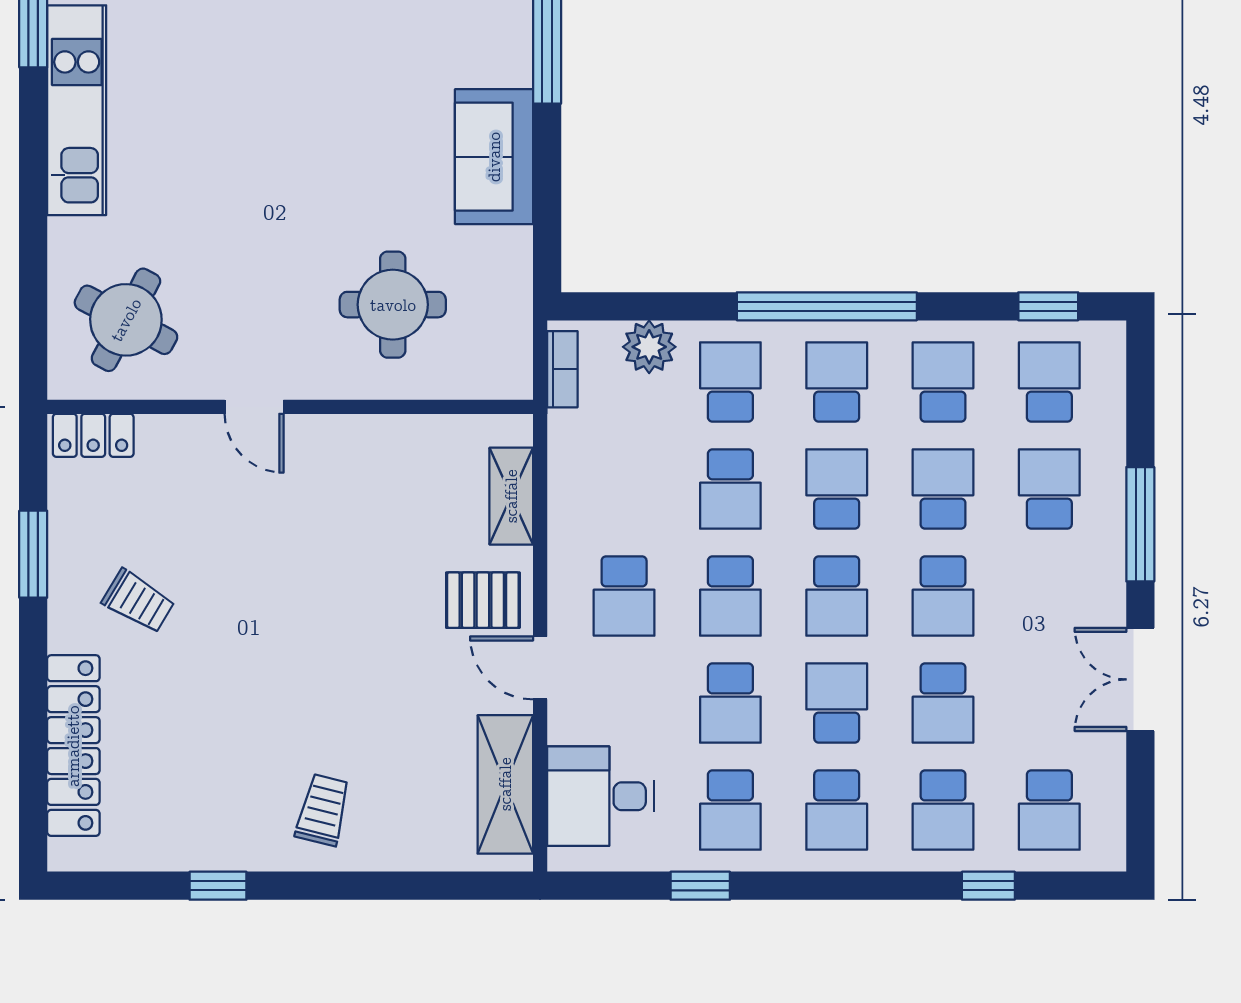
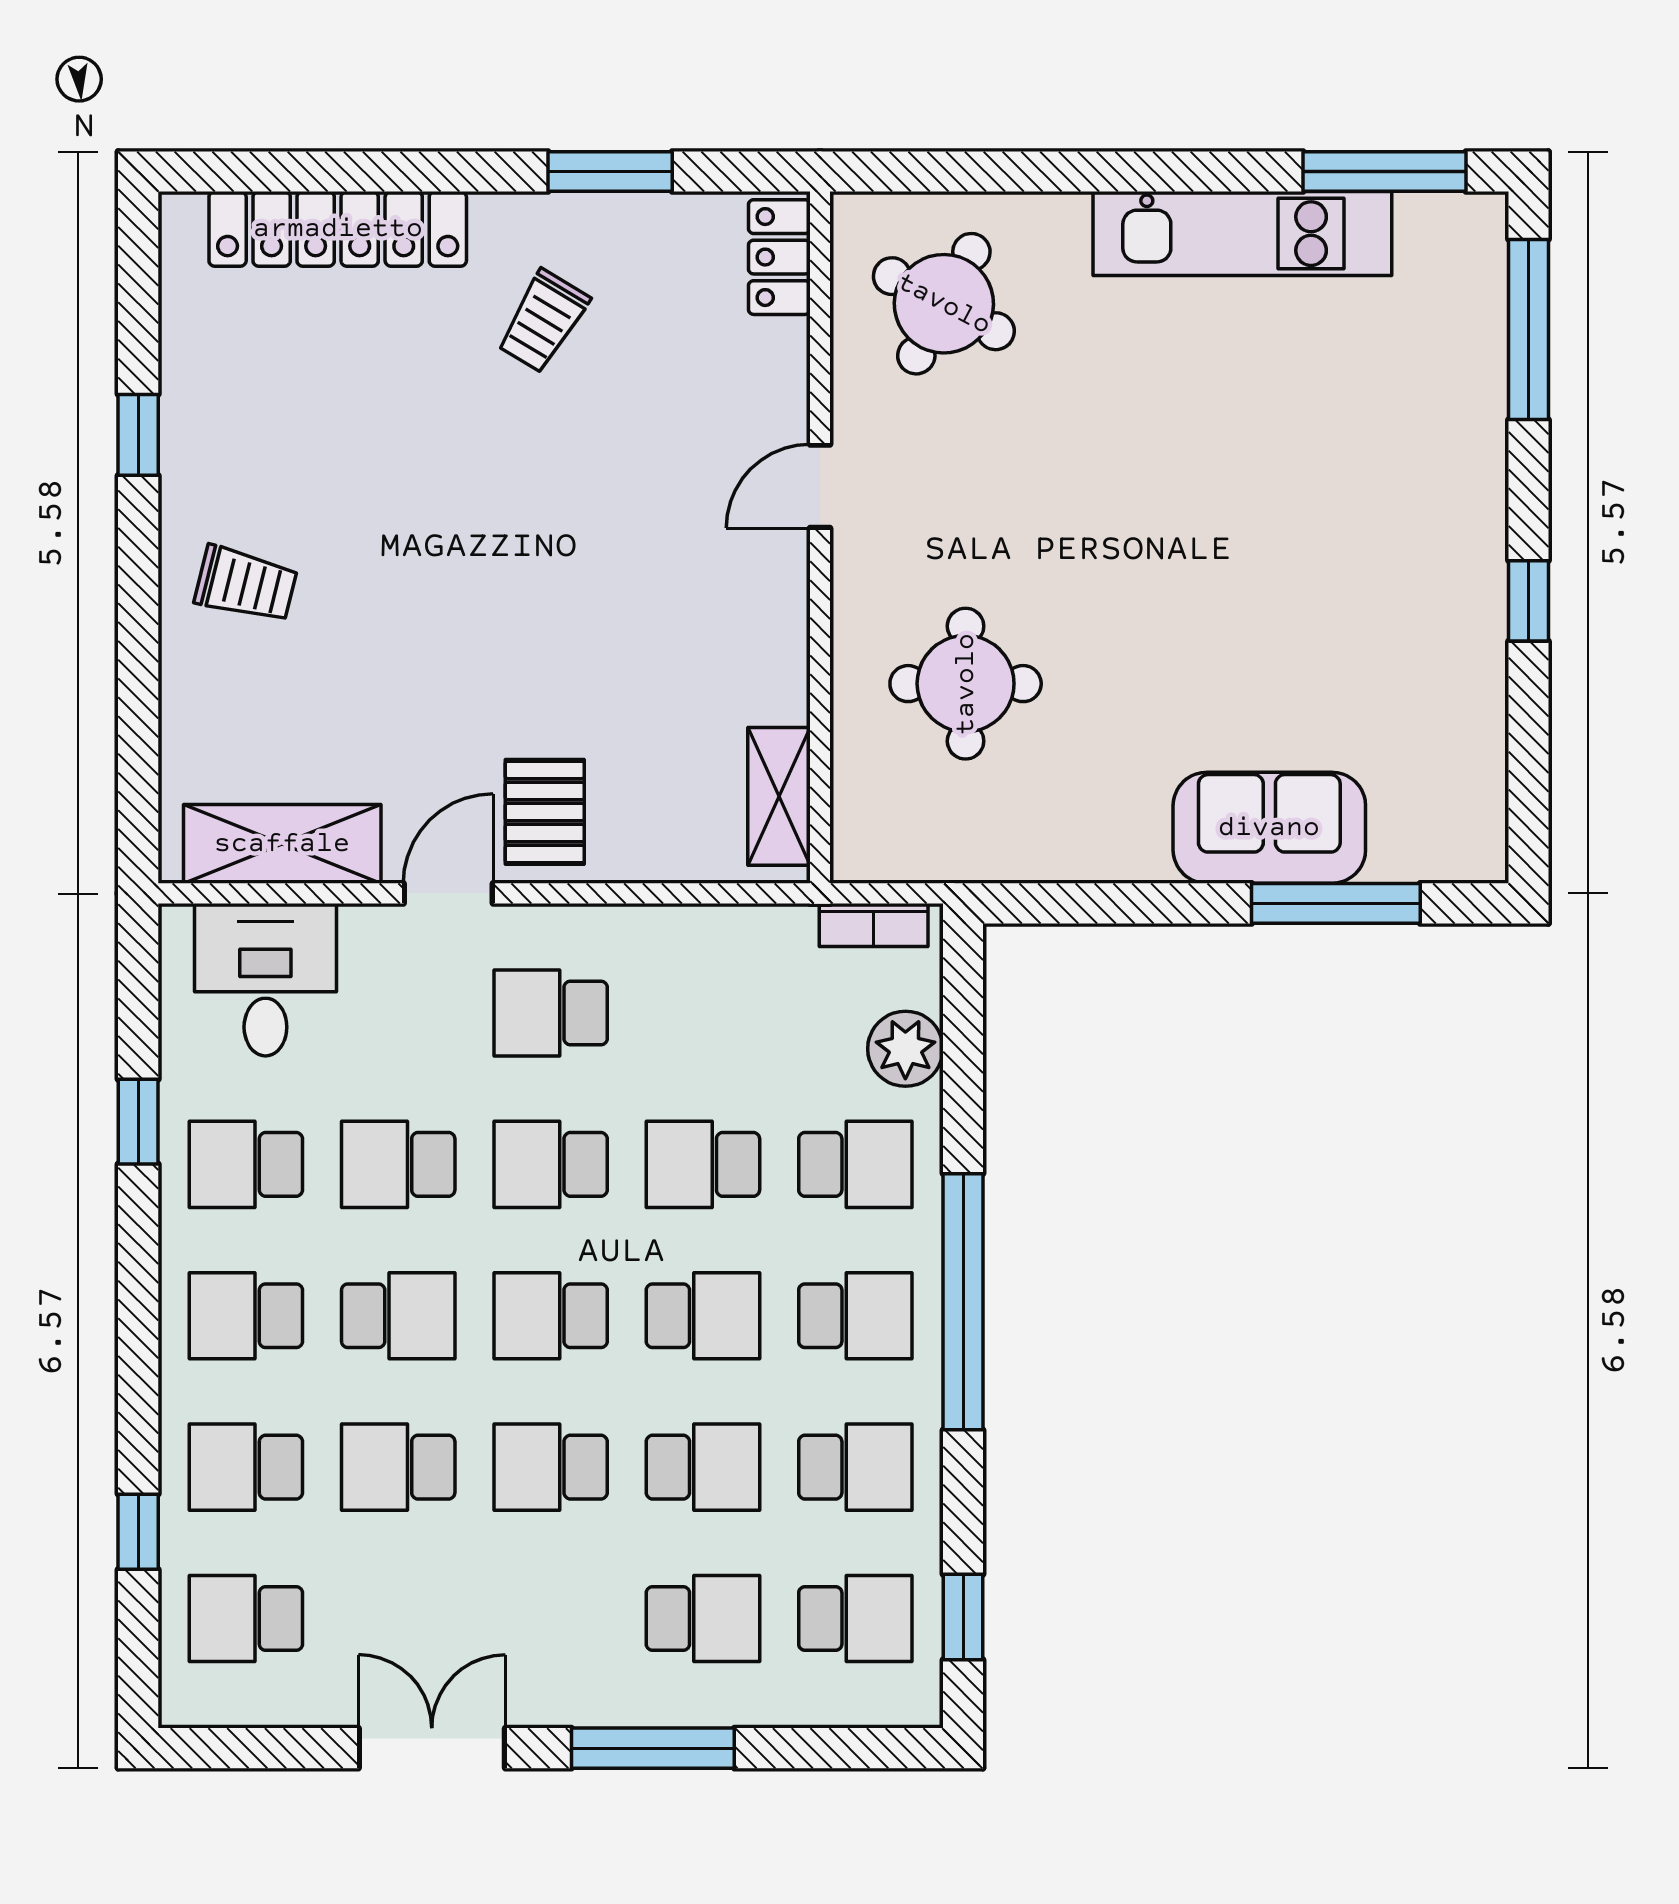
sofa: (494, 157) -> (1269, 828), moved
shelving: (511, 496) -> (779, 796), moved, turned 90

